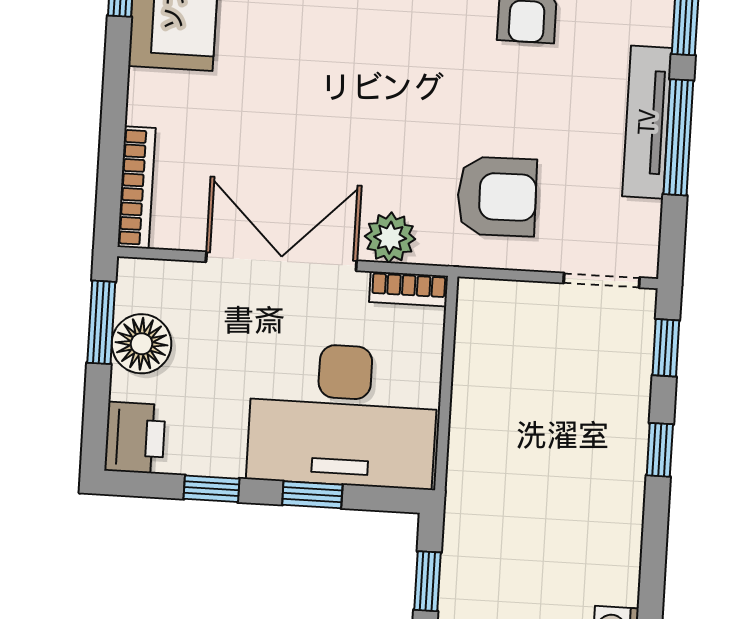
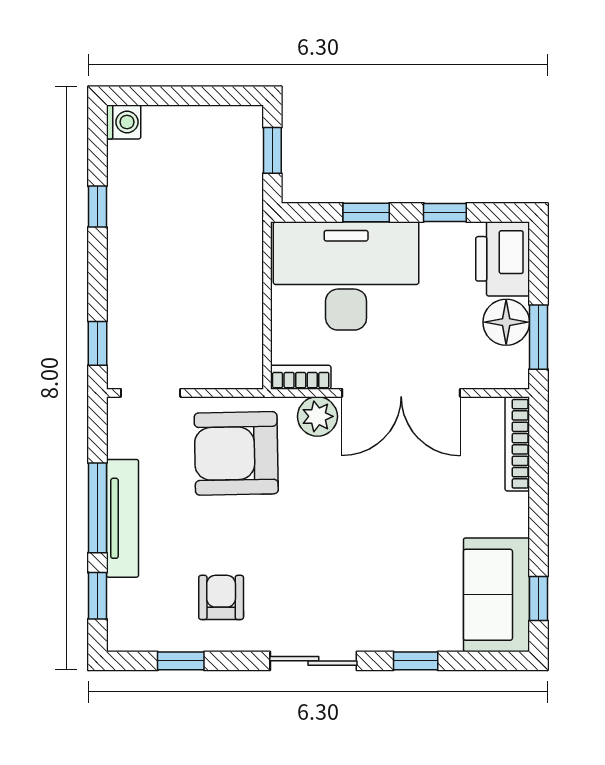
armchair: (497, 197) -> (236, 453), width x1.36, depth x1.36
printer: (135, 438) -> (503, 259), width x1.37, depth x1.19
window: (660, 450) -> (97, 207), moved

